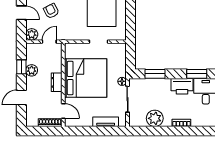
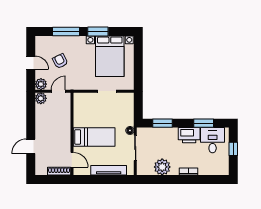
window: (21, 67) -> (31, 116), removed
plant: (32, 70) -> (41, 98), moved
bed: (86, 78) -> (94, 137), width x0.49
dresser: (57, 82) -> (65, 131), removed
tv unit: (106, 122) -> (109, 170), width x1.41

